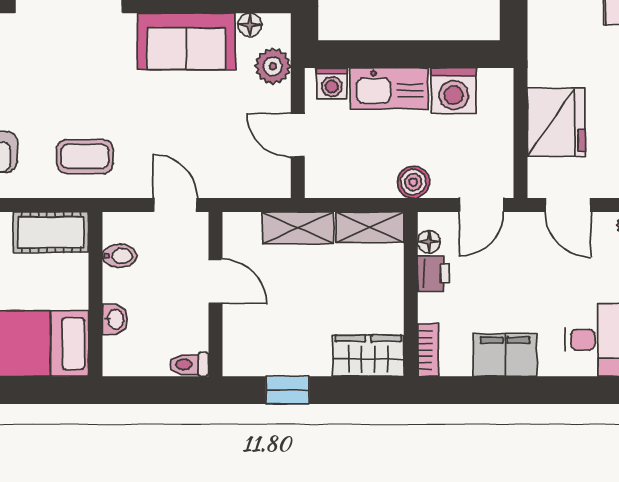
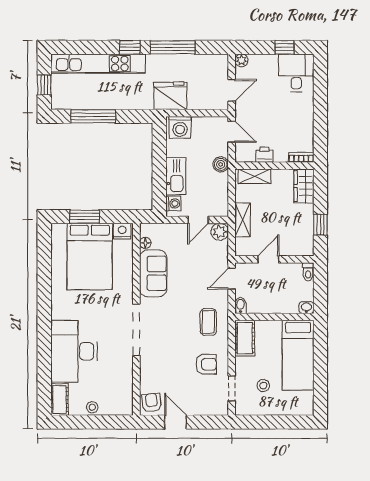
plant: (273, 66) -> (220, 232), moved
washing machine: (454, 91) -> (180, 127), moved, turned 90
fridge: (556, 122) -> (170, 96), moved
shelving: (370, 227) -> (254, 176), moved, turned 90
floor lamp: (429, 242) -> (249, 157), removed
bidet: (119, 256) -> (240, 305), moved
washbasin: (115, 319) -> (306, 308), moved
filing cabinet: (505, 355) -> (304, 120), removed

